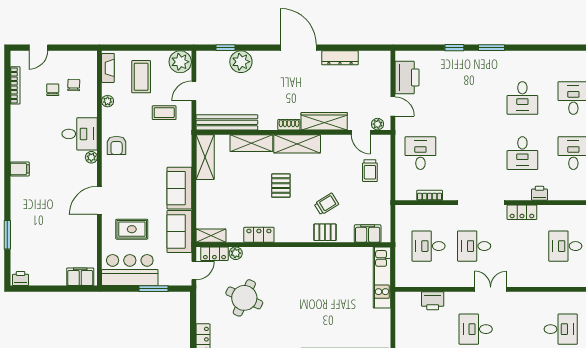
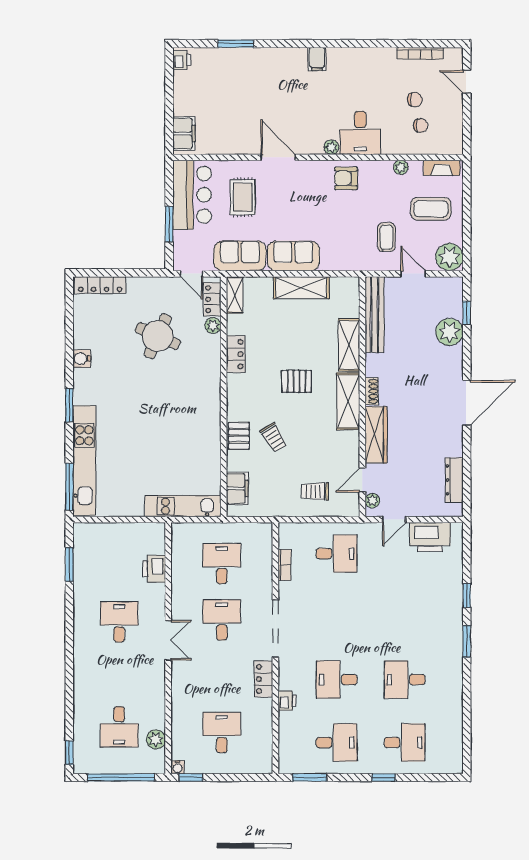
dresser: (340, 58) -> (454, 480), moved
shelving: (205, 157) -> (301, 288), moved
plant: (571, 299) -> (156, 739), added

